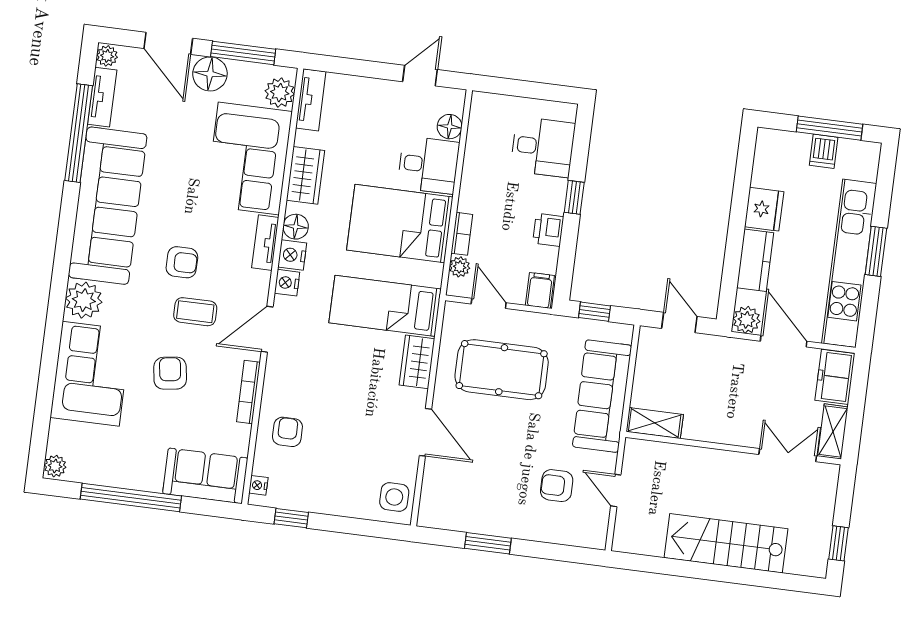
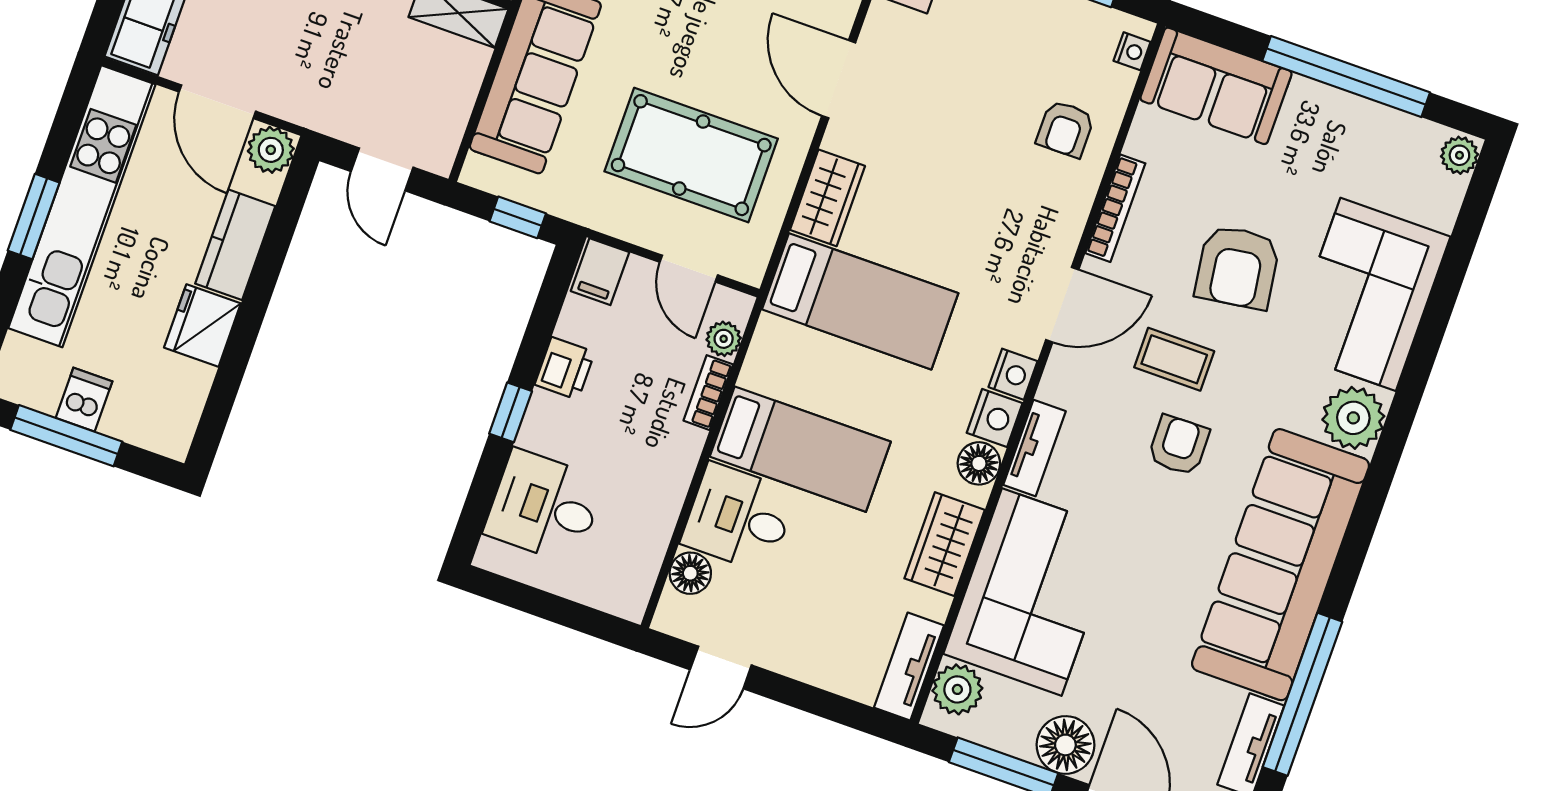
bed: (400, 224) -> (800, 449), width x0.67
armchair: (182, 262) -> (1179, 445), turned 89
armchair: (170, 373) -> (1237, 267), width x1.38, depth x1.38

